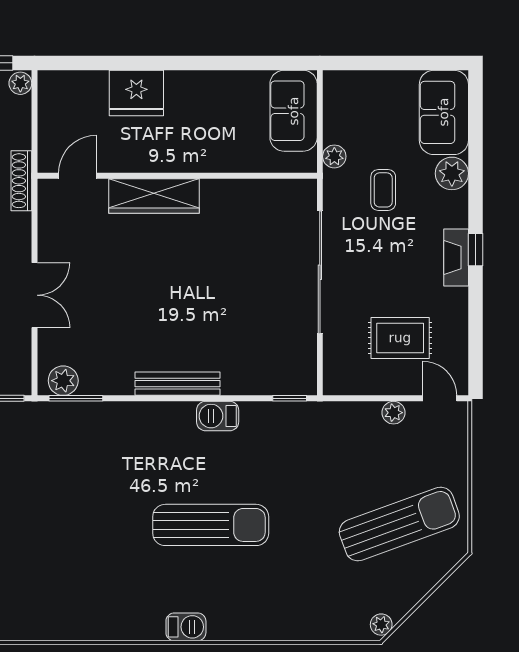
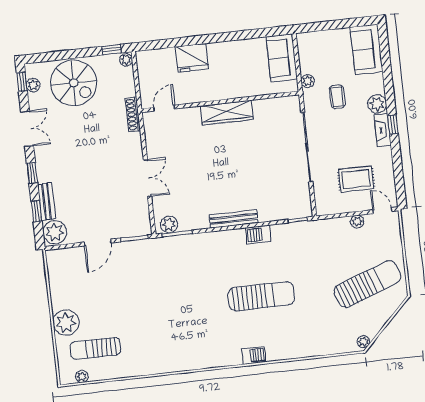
plant: (452, 173) -> (377, 104), moved
wardrobe: (154, 196) -> (227, 113), moved

